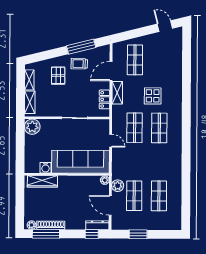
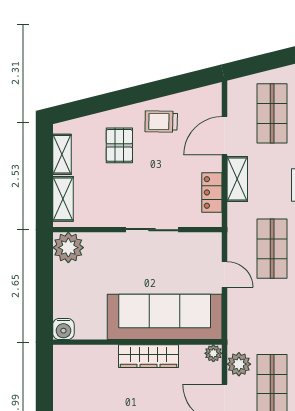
window: (81, 47) -> (165, 87), removed
water cooler: (45, 168) -> (63, 329), moved
wardrobe: (42, 181) -> (148, 356), moved

